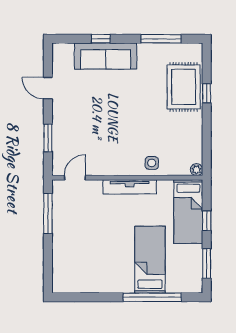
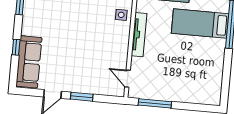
sofa: (106, 56) -> (29, 62), moved
window: (48, 138) -> (82, 97), moved

